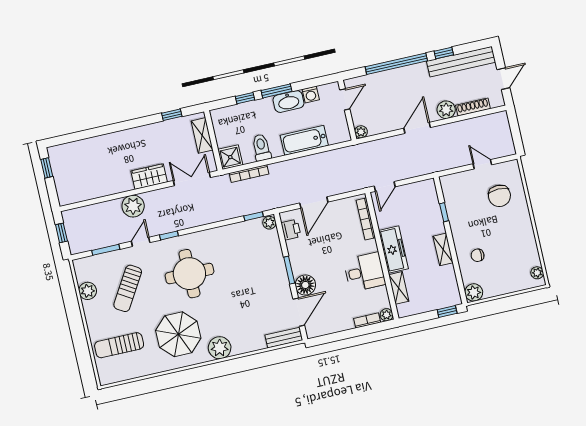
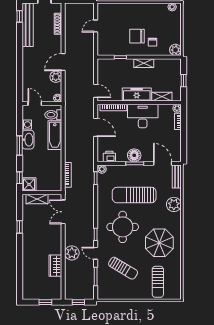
window: (444, 53) -> (20, 16), moved
window: (396, 64) -> (20, 66), removed
window: (245, 98) -> (20, 178), moved
plant: (446, 110) -> (56, 77), moved
window: (172, 115) -> (20, 227), moved
door: (417, 128) -> (63, 62), hinge flipped
toilet: (261, 148) -> (53, 115), moved
shower: (230, 157) -> (29, 184), moved
window: (47, 168) -> (45, 302), moved
wardrobe: (149, 177) -> (55, 266), moved
chair: (499, 196) -> (137, 36), moved, turned 180
door: (314, 203) -> (96, 127), moved
desk: (364, 272) -> (143, 116), width x1.37
sun lounger: (241, 280) -> (134, 195), added
floor lamp: (305, 285) -> (134, 155), moved
plant: (88, 291) -> (119, 294), removed
window: (447, 312) -> (184, 81), moved
plant: (220, 348) -> (174, 204), moved

